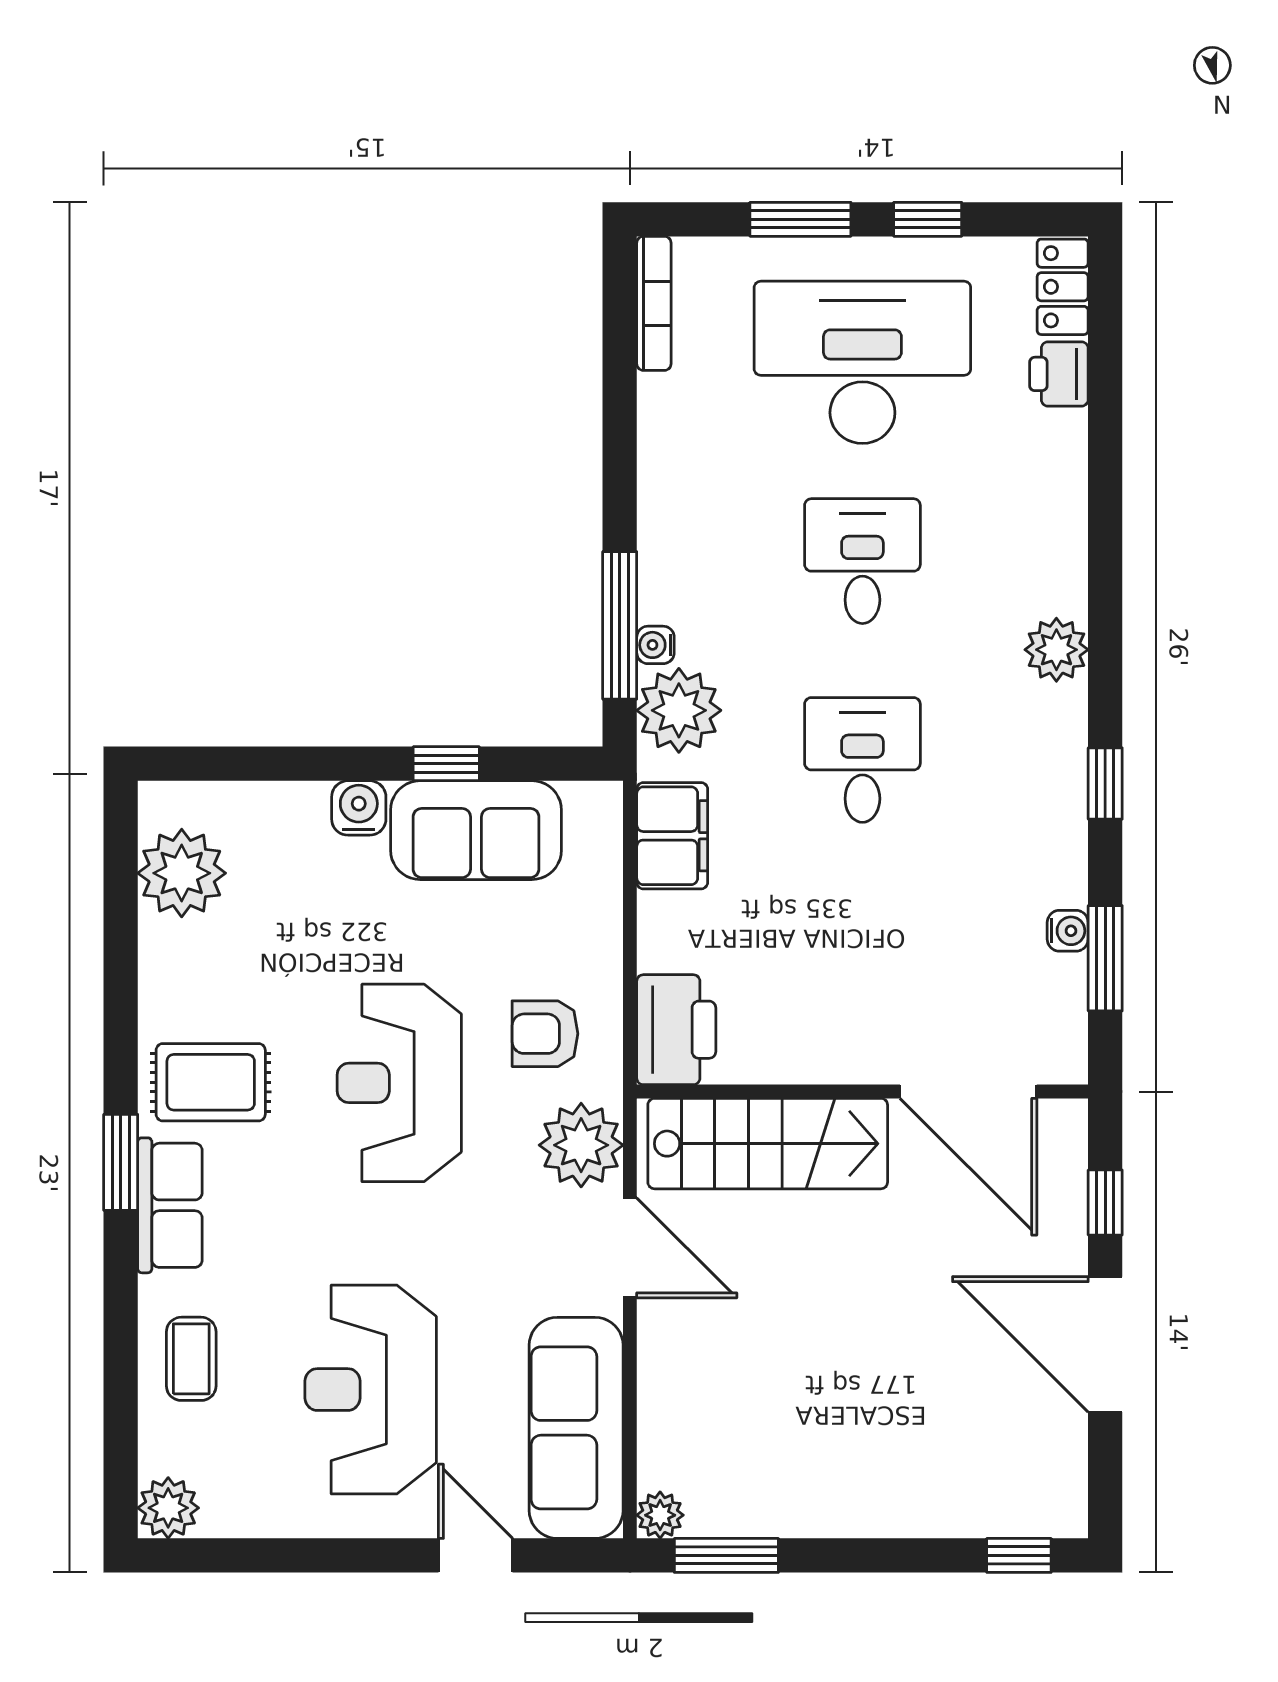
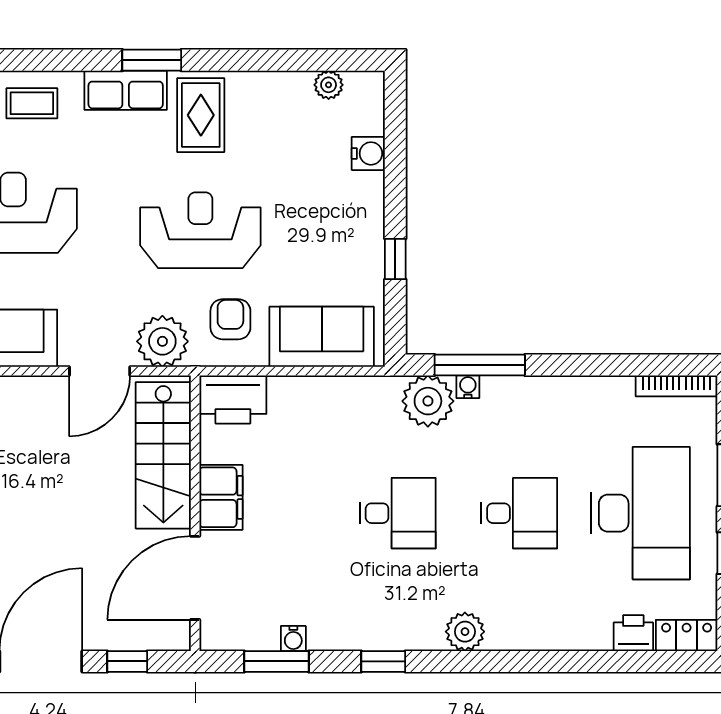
water cooler: (359, 808) -> (368, 153), moved
sofa: (476, 830) -> (322, 337), moved, turned 90
filing cabinet: (672, 836) -> (221, 497), moved, turned -90
plant: (182, 873) -> (329, 85), width x0.53, depth x0.53

